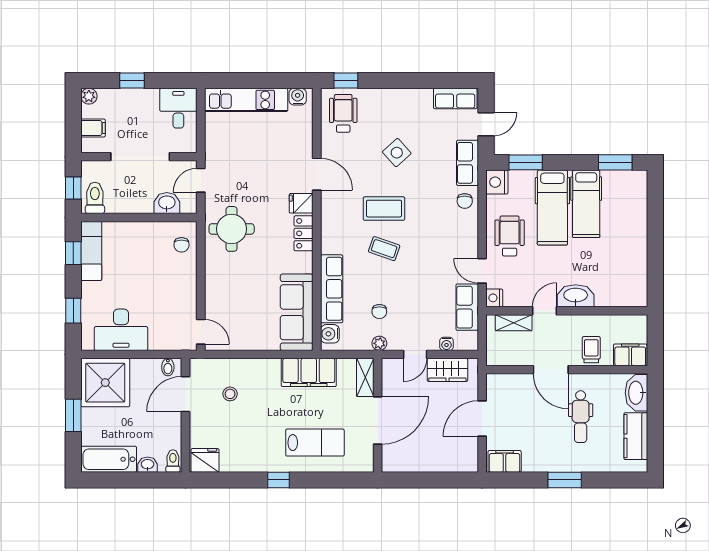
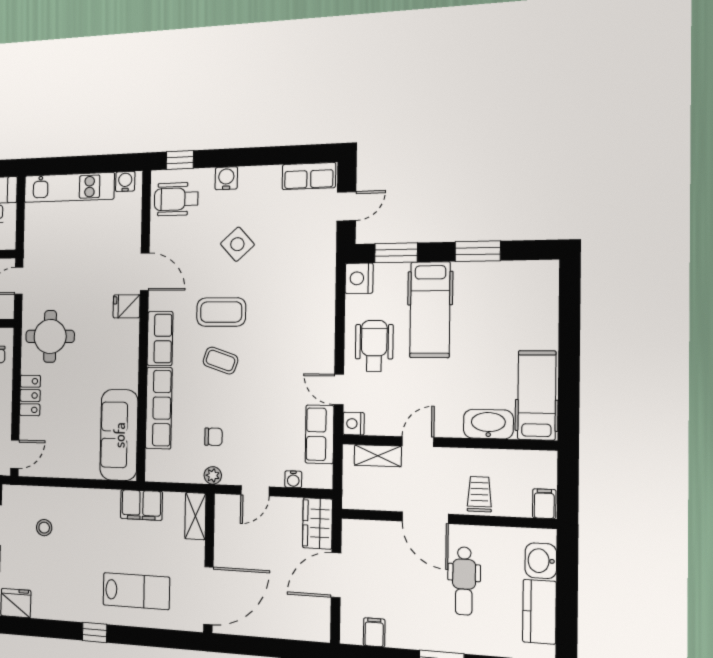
wheelchair: (343, 113) -> (176, 199), turned -90
window: (615, 162) -> (478, 251), moved
row of seats: (468, 163) -> (160, 338), moved, turned 180
chair: (465, 201) -> (318, 302), removed
hospital bed: (586, 204) -> (537, 395), moved, turned 180
locker: (304, 233) -> (30, 395), moved, turned 180
washbasin: (576, 296) -> (488, 424), moved
chair: (379, 312) -> (213, 437), turned -90
door: (201, 332) -> (15, 454), hinge flipped
water cooler: (330, 334) -> (226, 178), moved, turned 90
filing cabinet: (630, 355) -> (544, 504), width x0.50
wardrobe: (447, 370) -> (318, 523), moved, turned 90
filing cabinet: (309, 372) -> (141, 505), width x0.67, depth x0.86
washbasin: (636, 393) -> (541, 561), width x0.72
door: (378, 421) -> (208, 596), moved
filing cabinet: (505, 461) -> (374, 632), width x0.50

